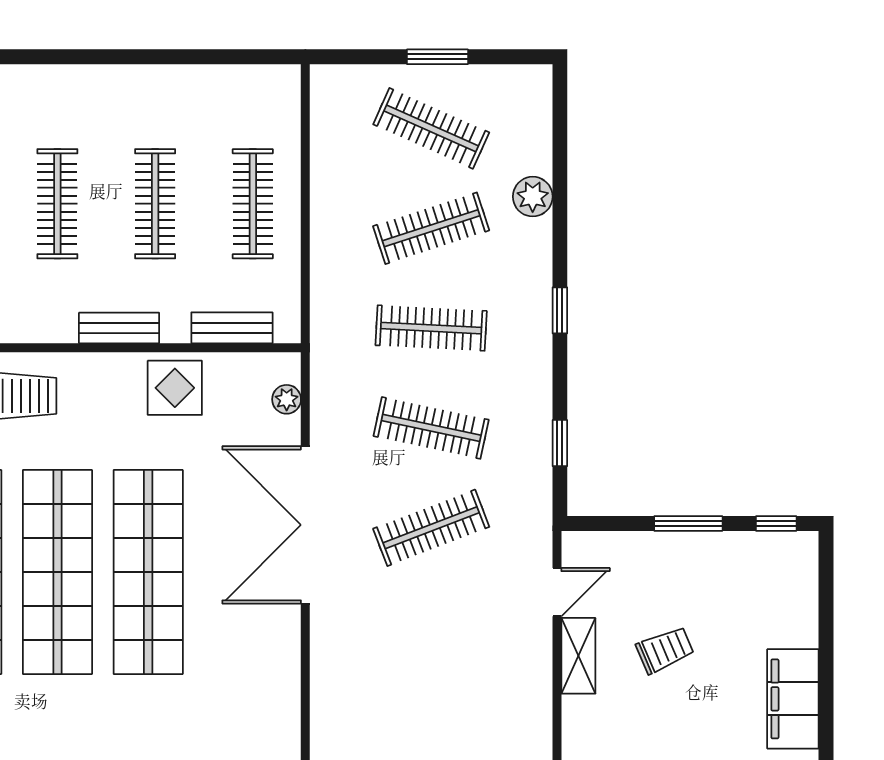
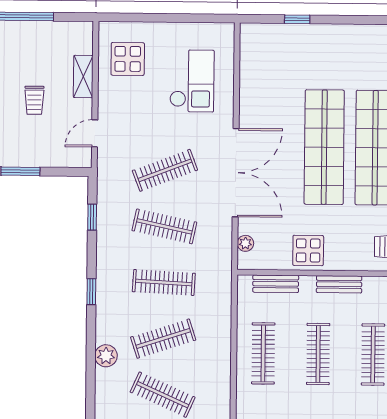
trolley: (665, 650) -> (34, 100), turned -67
shelving: (578, 656) -> (83, 77), moved
checkout: (385, 687) -> (192, 81), added
display table: (500, 725) -> (128, 59), added

